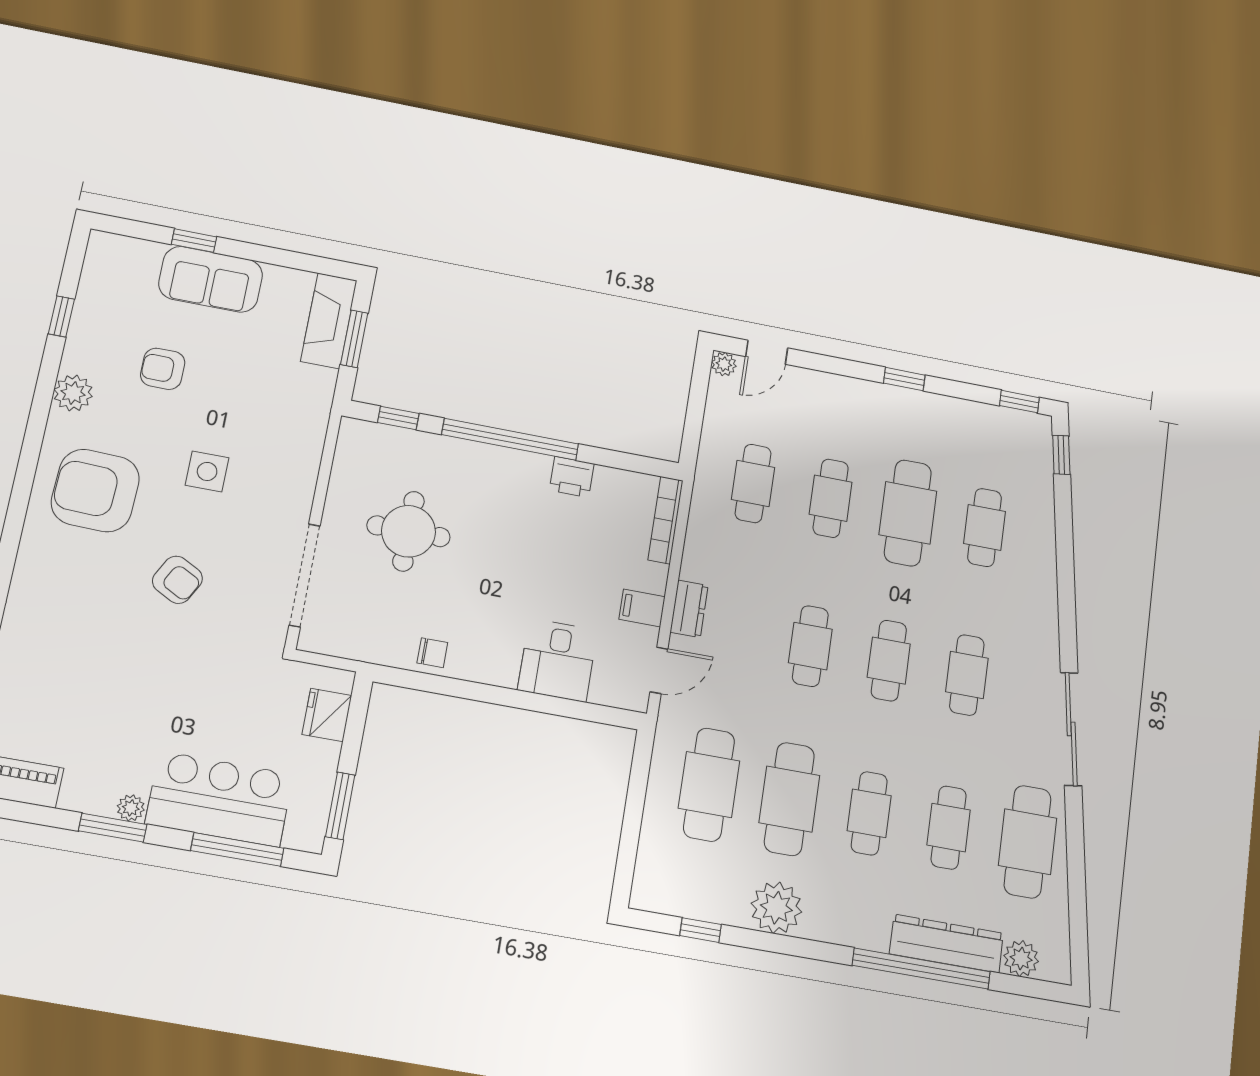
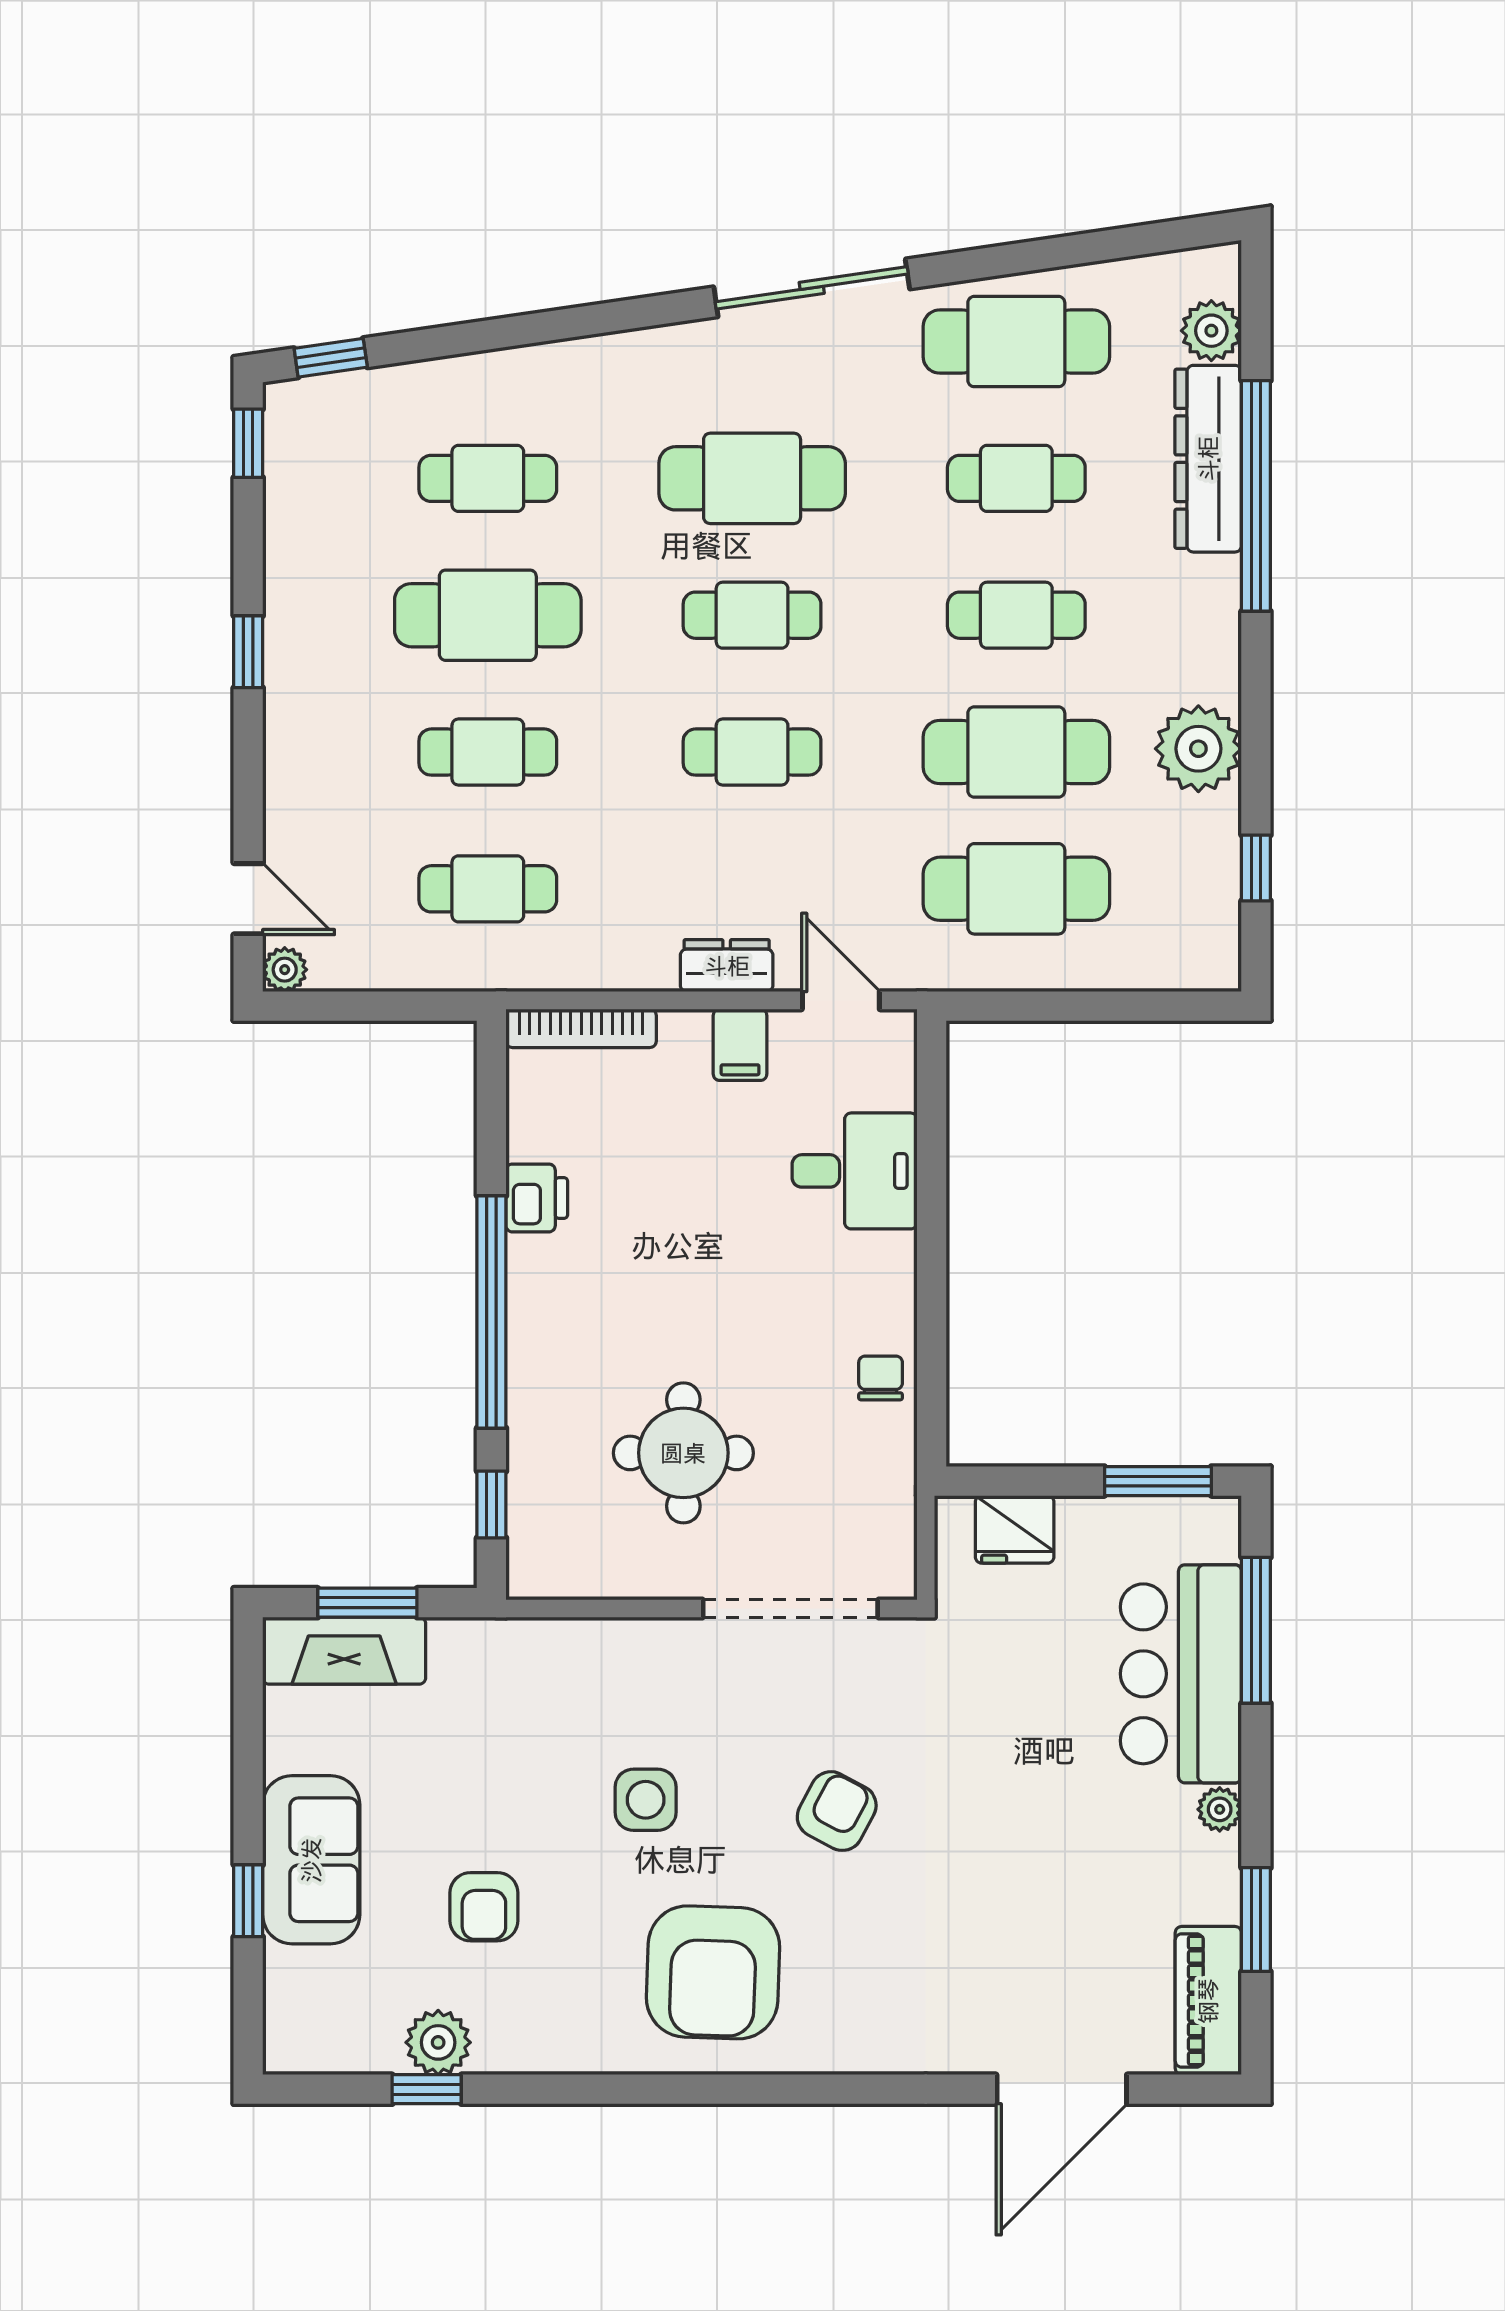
plant: (73, 393) -> (438, 2042), moved
cafe table: (967, 675) -> (752, 478), width x1.37, depth x1.35
window: (113, 828) -> (1256, 1920), moved

